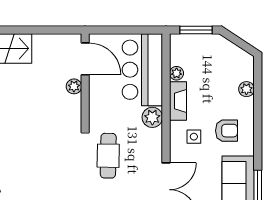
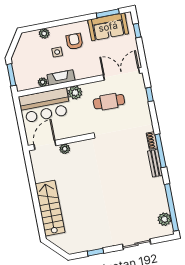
side table: (194, 137) -> (57, 52), moved
cafe table: (108, 156) -> (109, 102), moved

